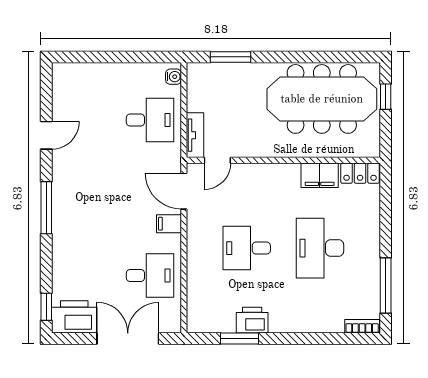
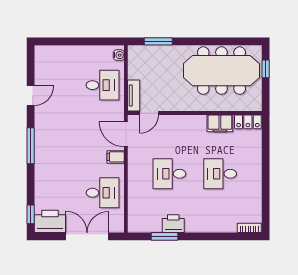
desk: (320, 248) -> (220, 174), width x0.73
window: (386, 285) -> (266, 200), removed

